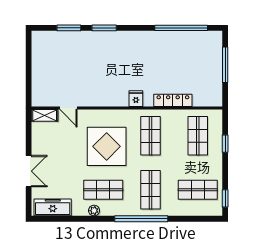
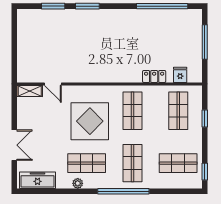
fridge: (136, 99) -> (180, 75), moved
locker: (173, 100) -> (154, 77), width x0.66

